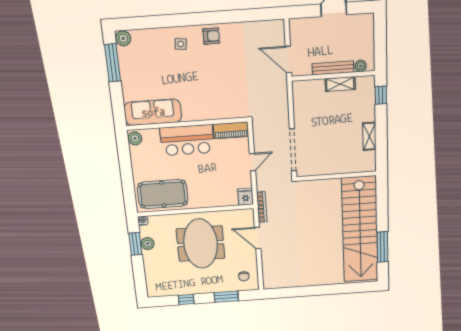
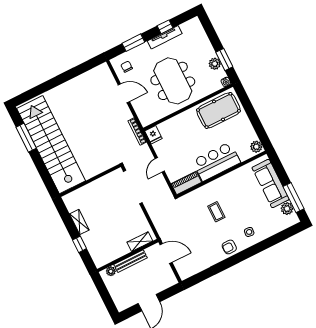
plant: (123, 38) -> (287, 209), moved
coffee table: (210, 84) -> (216, 212), added
shelving: (340, 84) -> (140, 242), moved
window: (381, 95) -> (80, 244), moved
sofa: (153, 112) -> (271, 184), moved, turned 90
door: (258, 238) -> (124, 93), moved
tv unit: (191, 290) -> (165, 37), added

